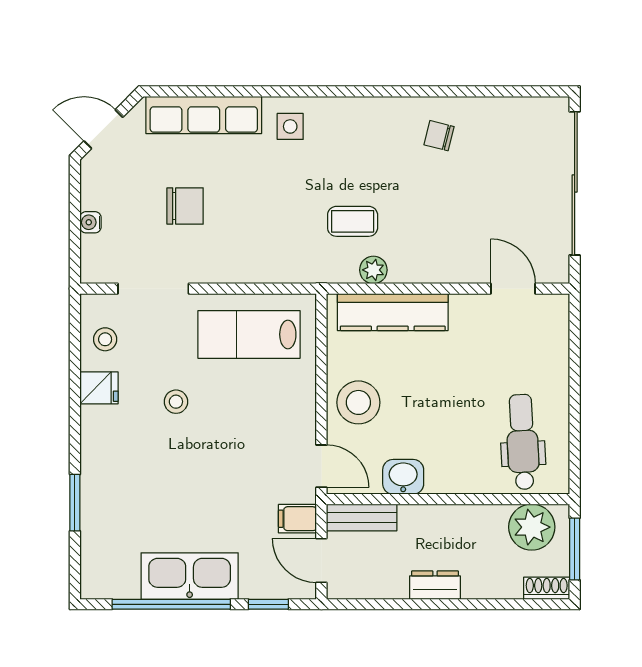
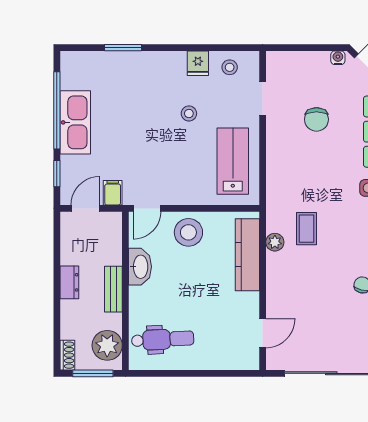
water cooler: (90, 222) -> (338, 58), moved
doorway: (153, 289) -> (263, 99), width x0.73
washbasin: (403, 477) -> (140, 267), width x1.38
bench: (362, 517) -> (113, 289), moved

